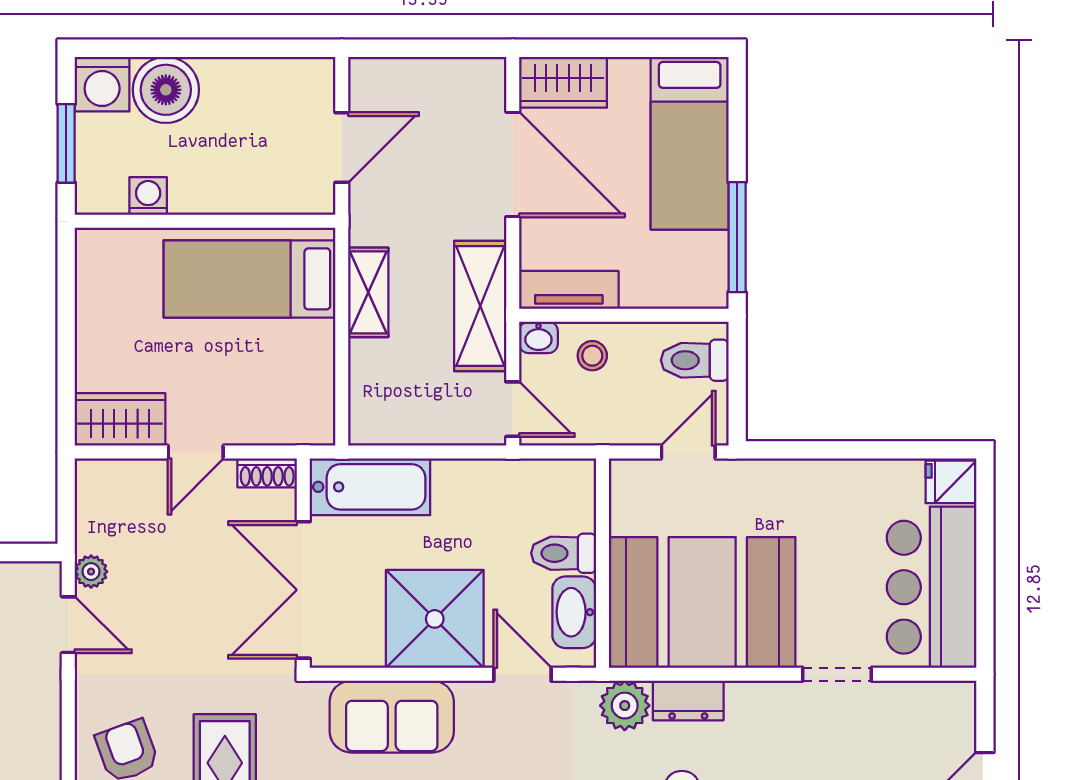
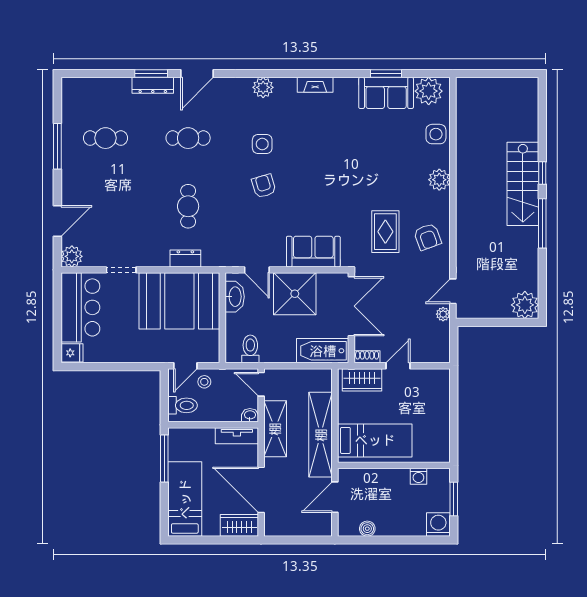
boiler: (166, 90) -> (367, 529), moved, width x0.54, depth x0.54
shelving: (368, 292) -> (321, 435), width x2.20, depth x1.33
stool: (592, 356) -> (204, 382), moved
wardrobe: (120, 419) -> (362, 380), moved
toilet: (564, 553) -> (250, 349), moved, turned -90
door: (68, 625) -> (453, 291), hinge flipped
plant: (625, 706) -> (72, 256), moved

